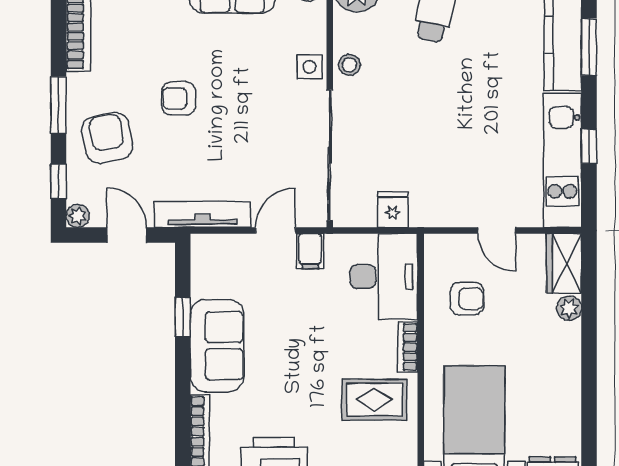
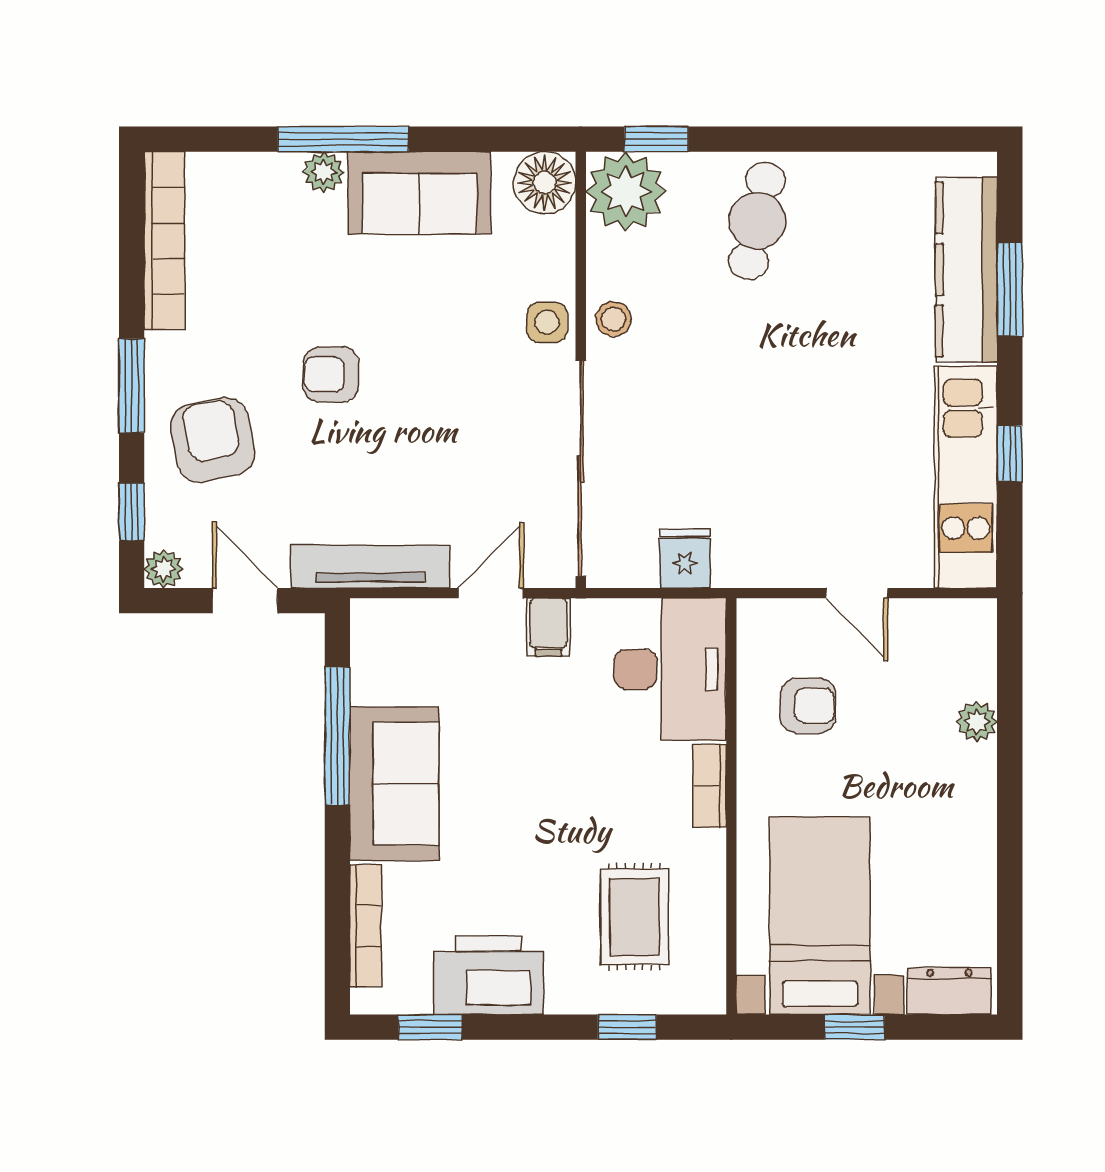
wardrobe: (564, 263) -> (969, 648), removed
window: (183, 317) -> (337, 736), width x2.17
rug: (374, 400) -> (634, 917), moved, turned 90

